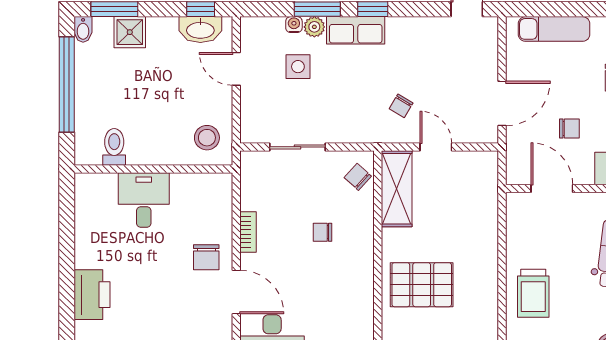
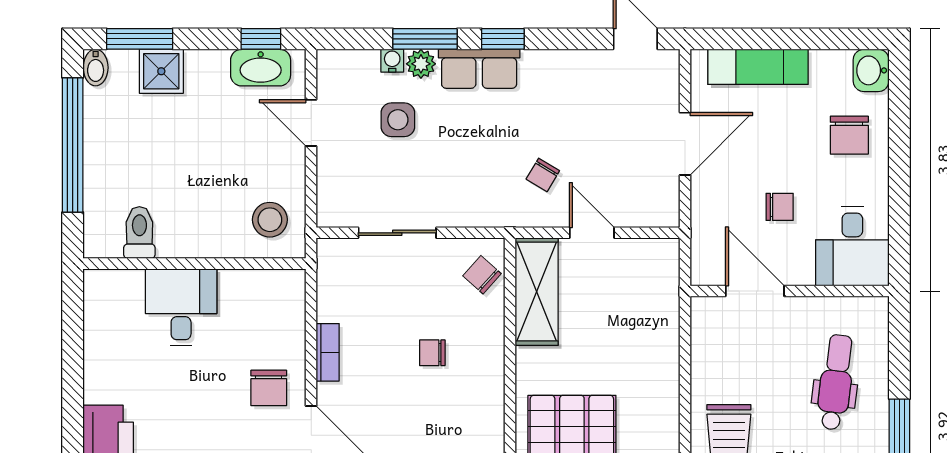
door: (502, 103) -> (685, 144), moved

